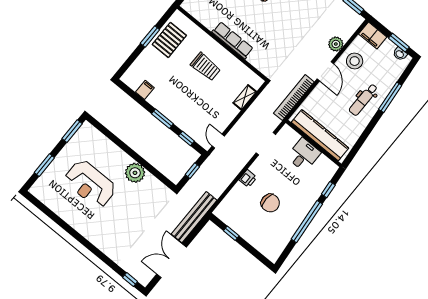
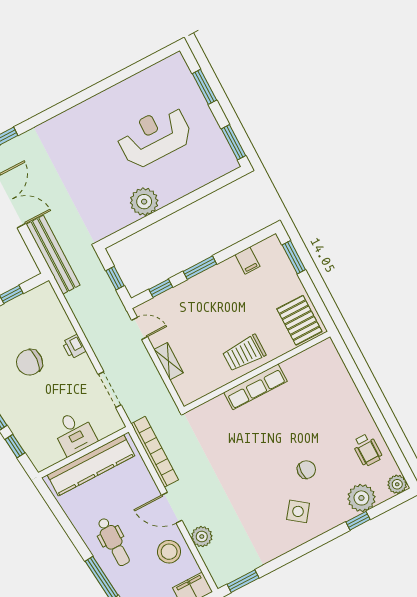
window: (150, 36) -> (294, 257), moved
row of seats: (233, 40) -> (255, 387), moved
wall: (222, 43) -> (257, 372), moved
shelving: (245, 97) -> (169, 361), moved
dental chair: (363, 100) -> (113, 542), turned 180

